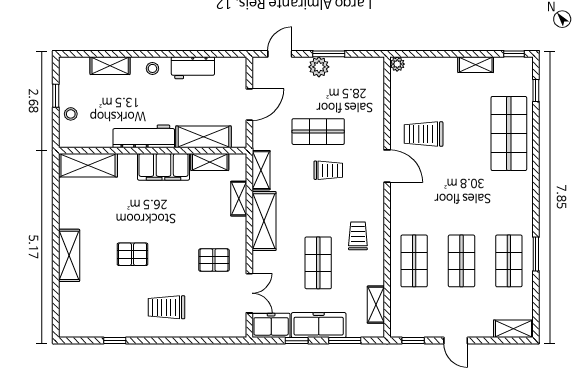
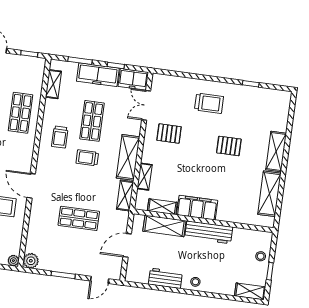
shelving: (110, 66) -> (250, 291), moved
plant: (319, 67) -> (31, 261), moved
shelving: (88, 165) -> (269, 194), moved, turned 90
trolley: (328, 170) -> (87, 158), moved

